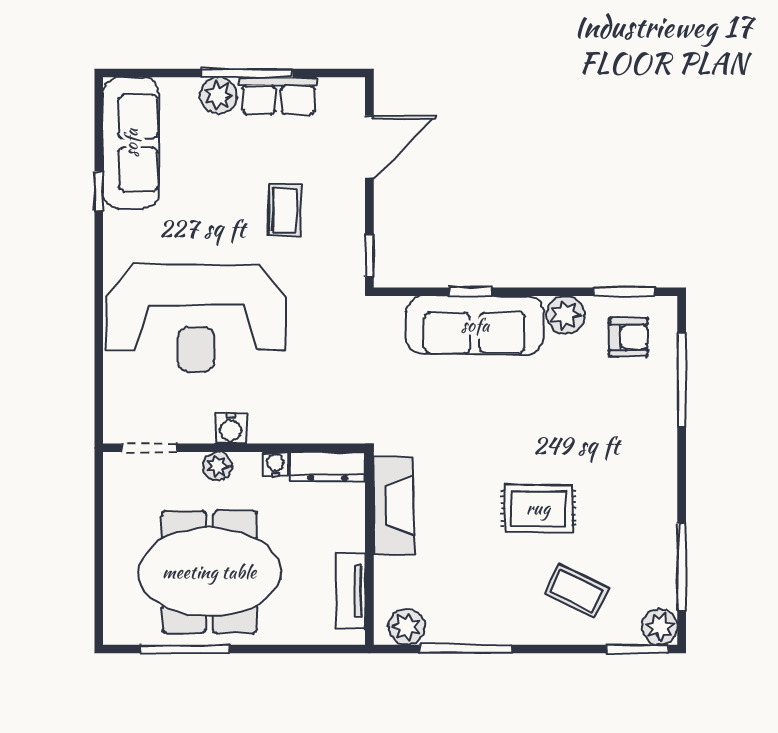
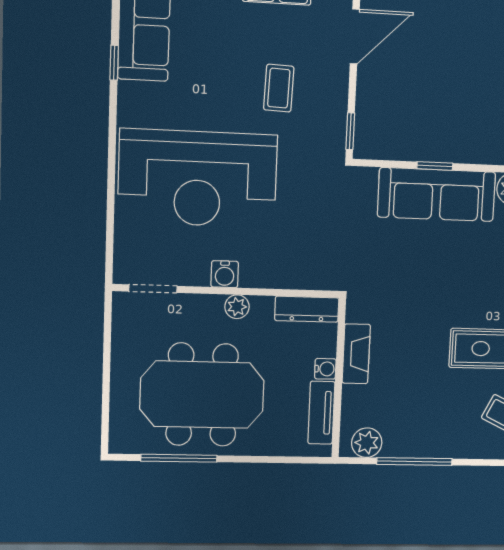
water cooler: (276, 464) -> (325, 369), moved, turned 90
plant: (217, 466) -> (237, 307), moved
fireplace: (394, 505) -> (356, 354), width x0.73, depth x0.76

